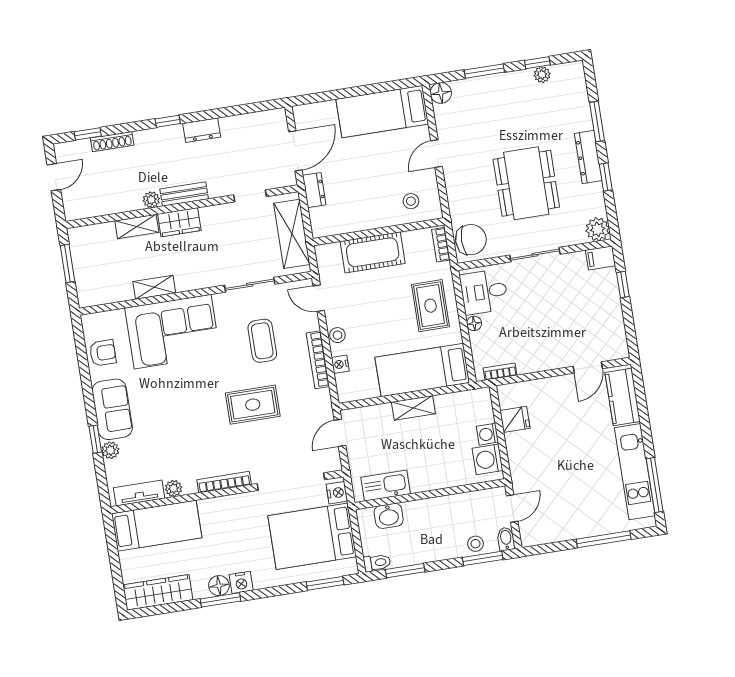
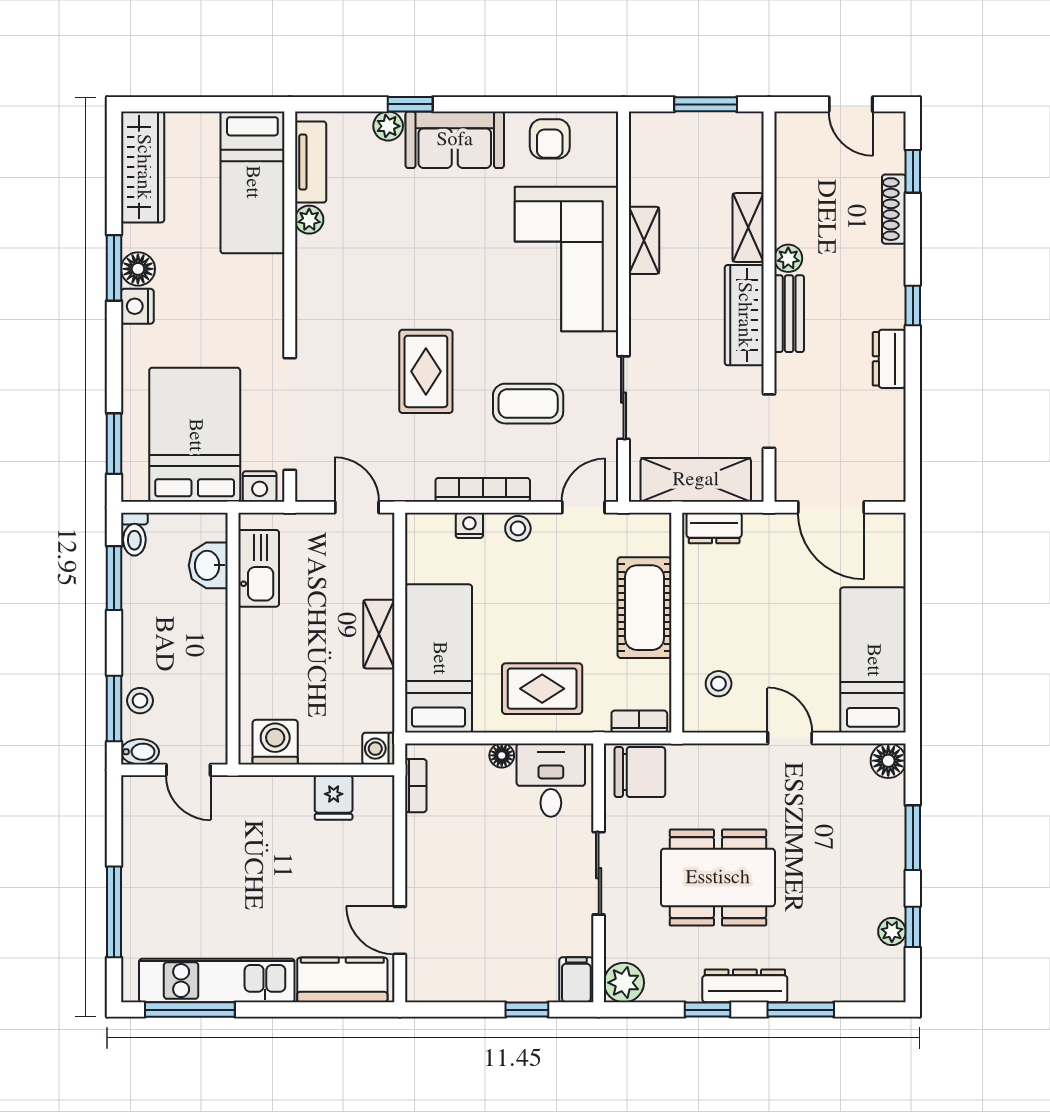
dresser: (314, 190) -> (714, 528), moved
wardrobe: (179, 222) -> (744, 315), width x1.50
chair: (471, 240) -> (640, 772), turned -90
washing machine: (487, 434) -> (378, 749), moved, turned -90
bookcase: (224, 482) -> (306, 304), removed

